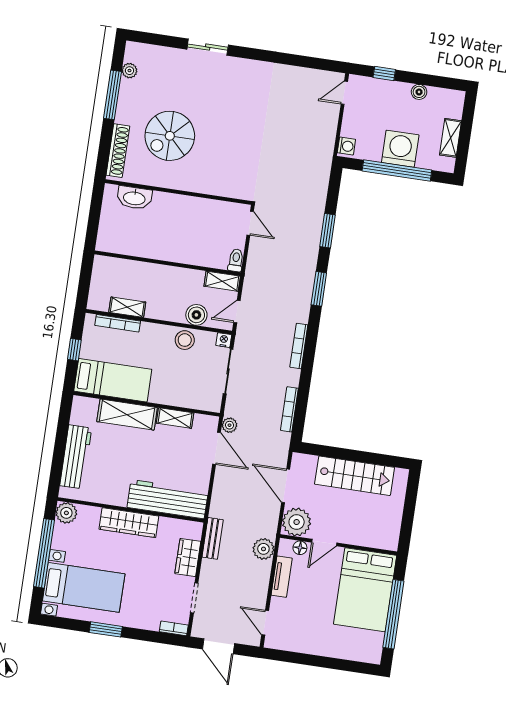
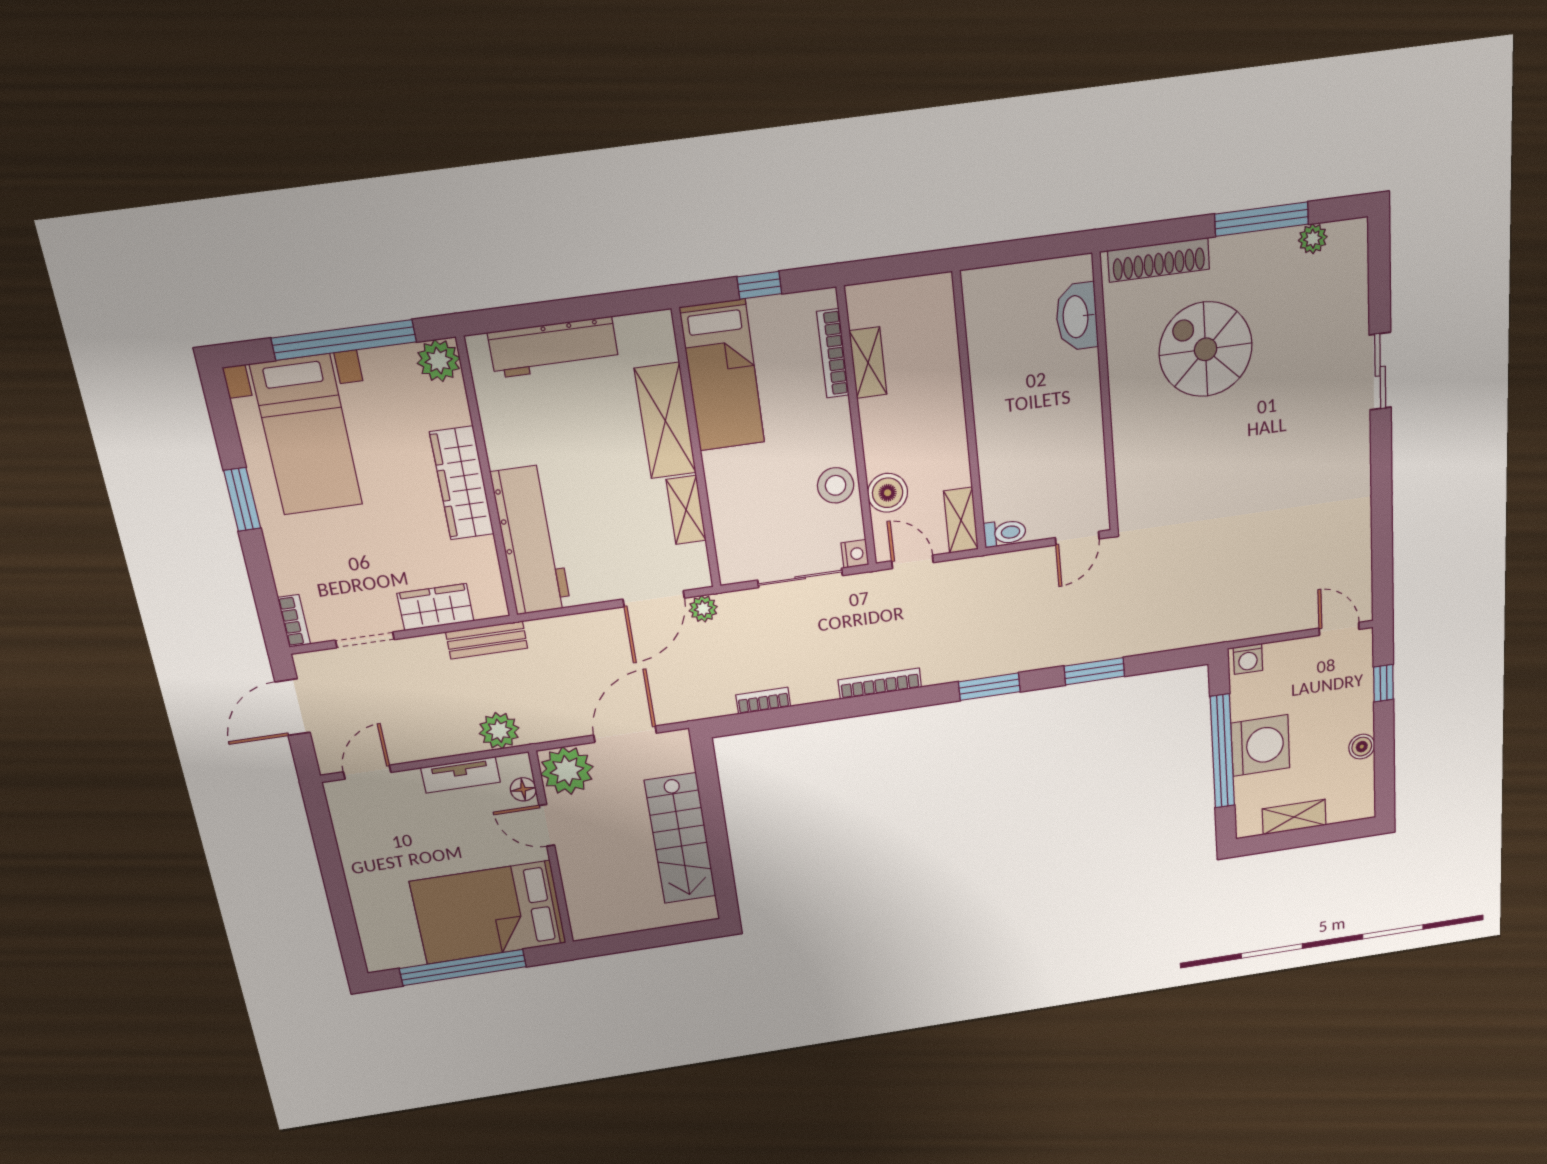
bookcase: (289, 409) -> (763, 701), width x0.64

